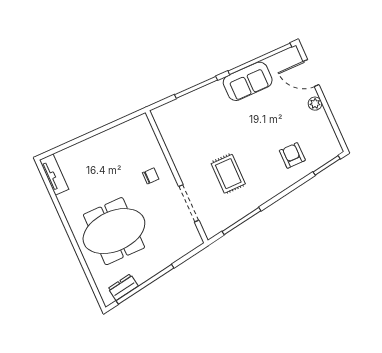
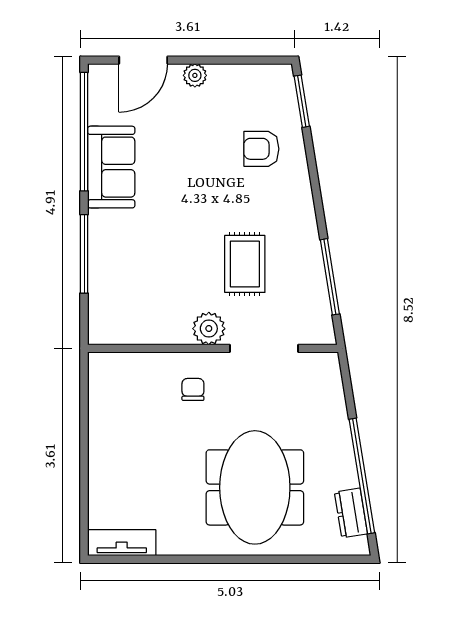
plant: (186, 170) -> (209, 329), added
rug: (228, 174) -> (245, 264), turned 90

